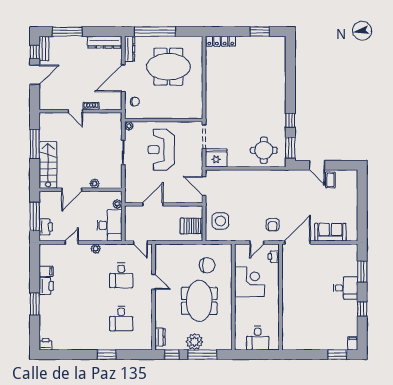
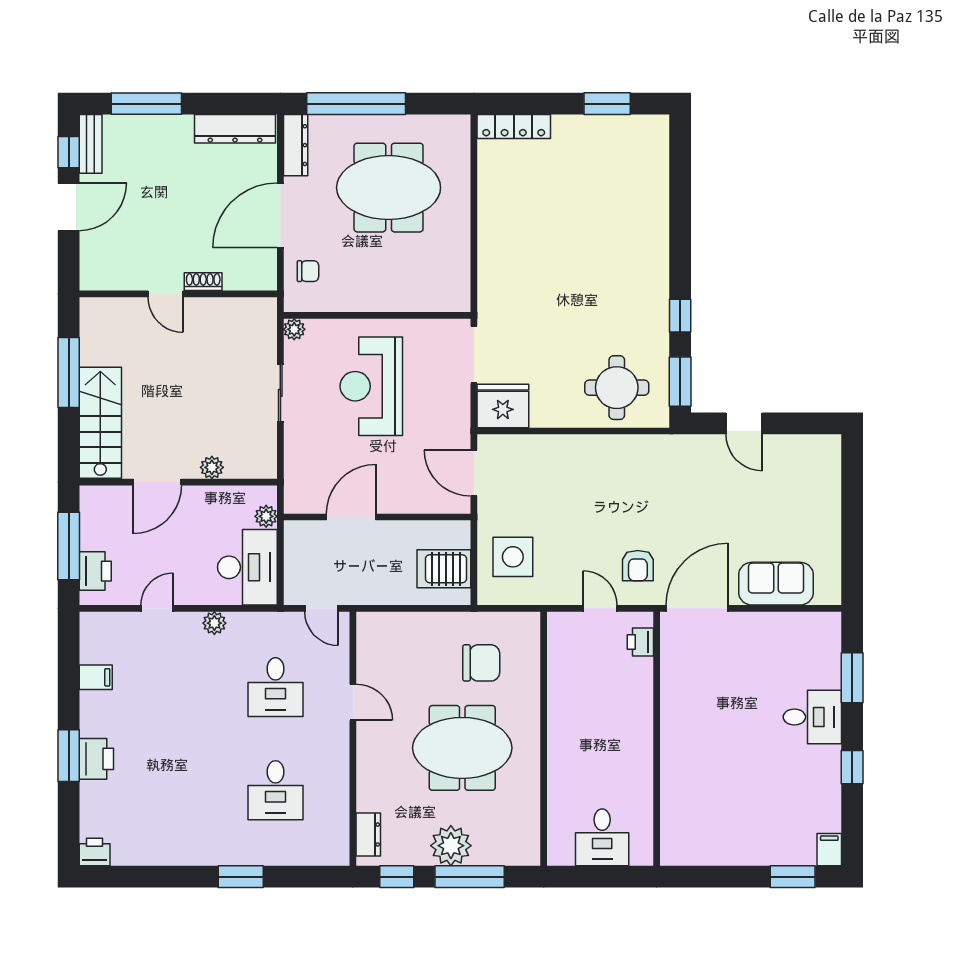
coffee table: (330, 180) -> (776, 459), removed
door: (257, 243) -> (600, 608), swing flipped
corner desk: (250, 282) -> (583, 702), removed
printer: (46, 286) -> (96, 759), moved
meeting table: (199, 301) -> (462, 748), turned 90

